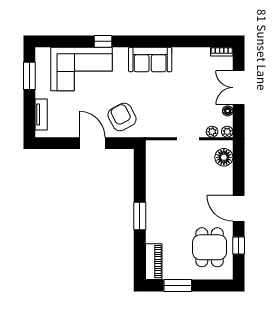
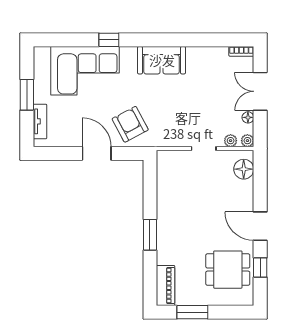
window: (29, 76) -> (27, 95), moved
dining table: (210, 247) -> (228, 270), turned 90

